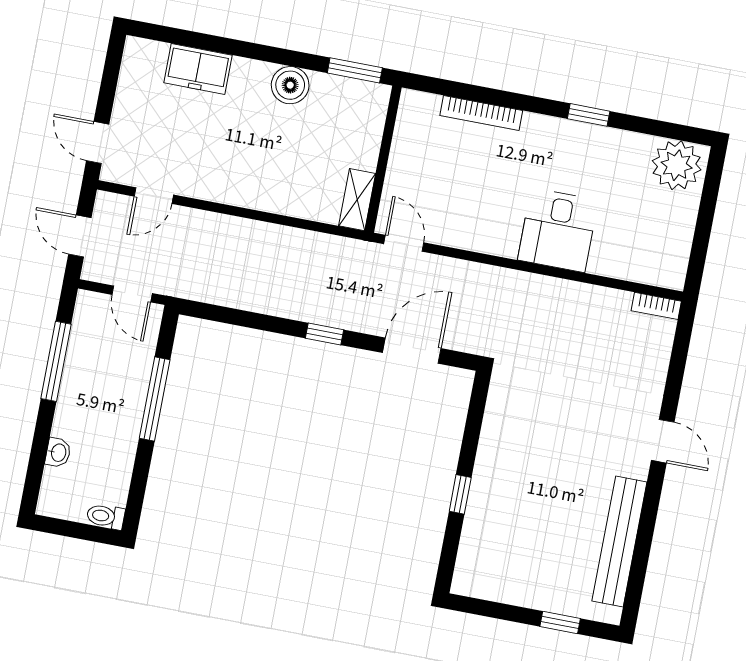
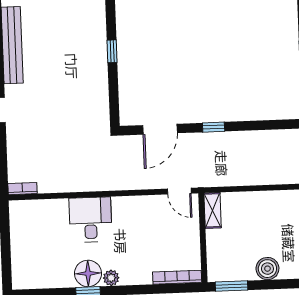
bookcase: (481, 113) -> (177, 277), moved
floor lamp: (582, 144) -> (88, 273), added
plant: (677, 165) -> (111, 278), moved, width x0.53, depth x0.53

